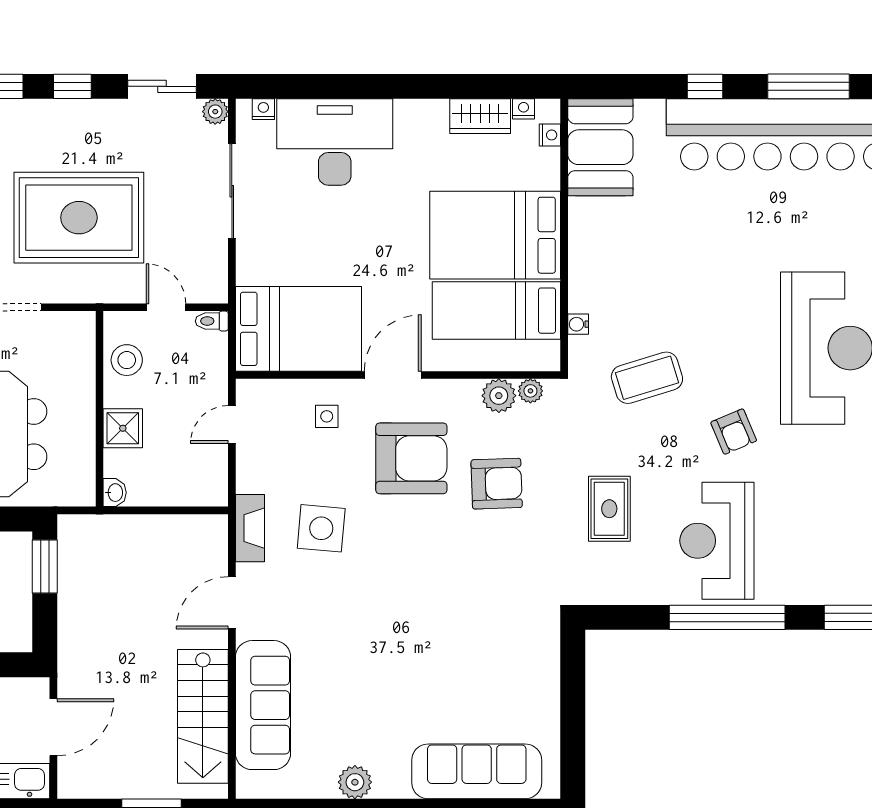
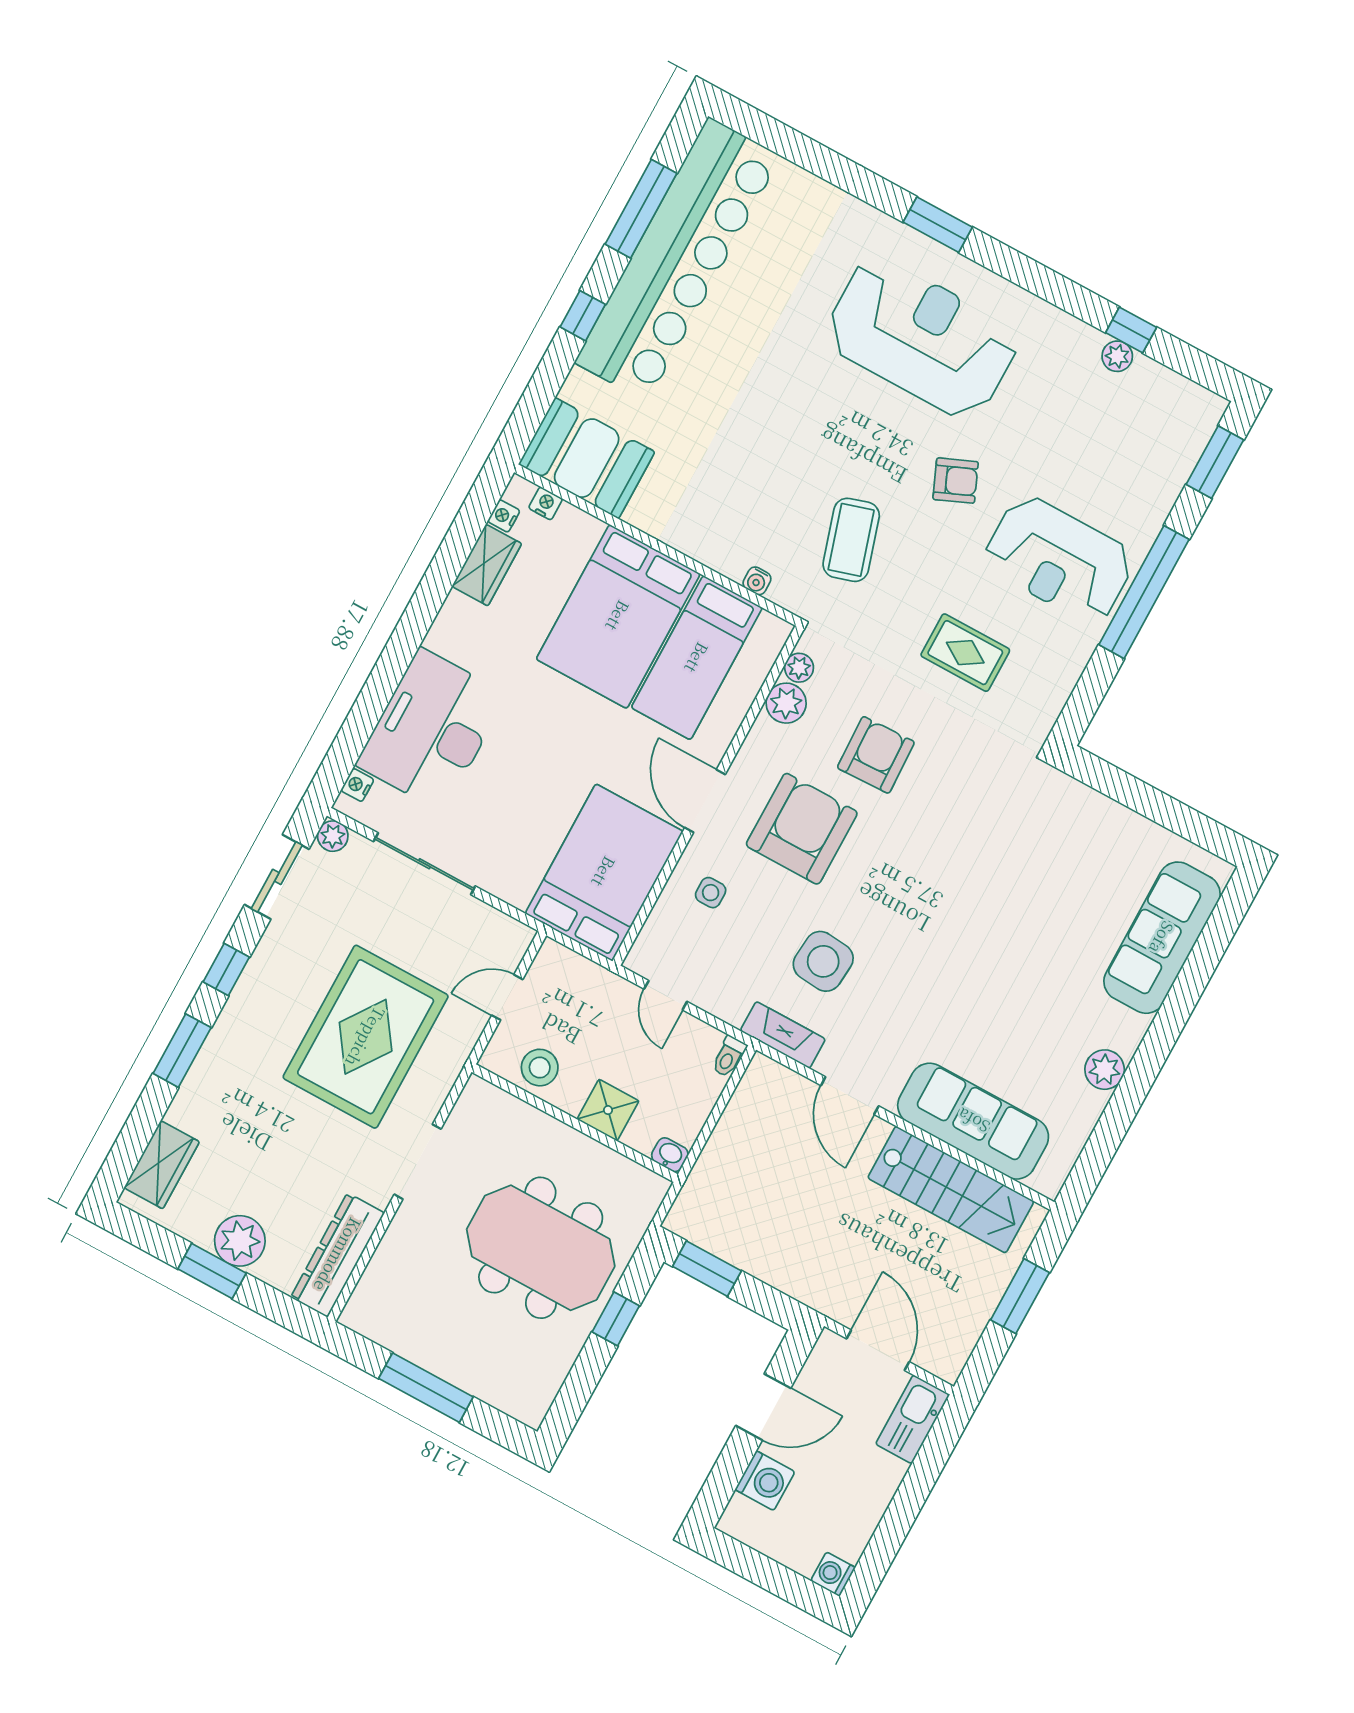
toilet: (212, 321) -> (729, 1057), moved

